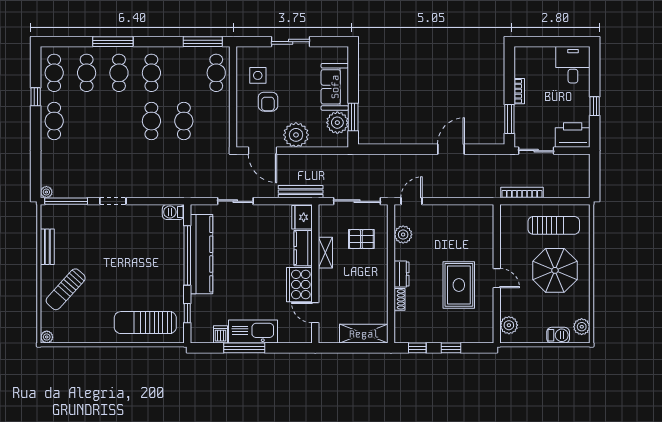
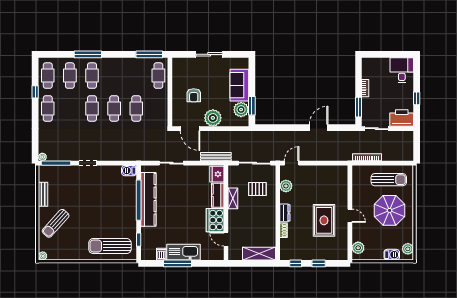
cafe table: (151, 73) -> (92, 108), moved
side table: (258, 75) -> (187, 77), removed

